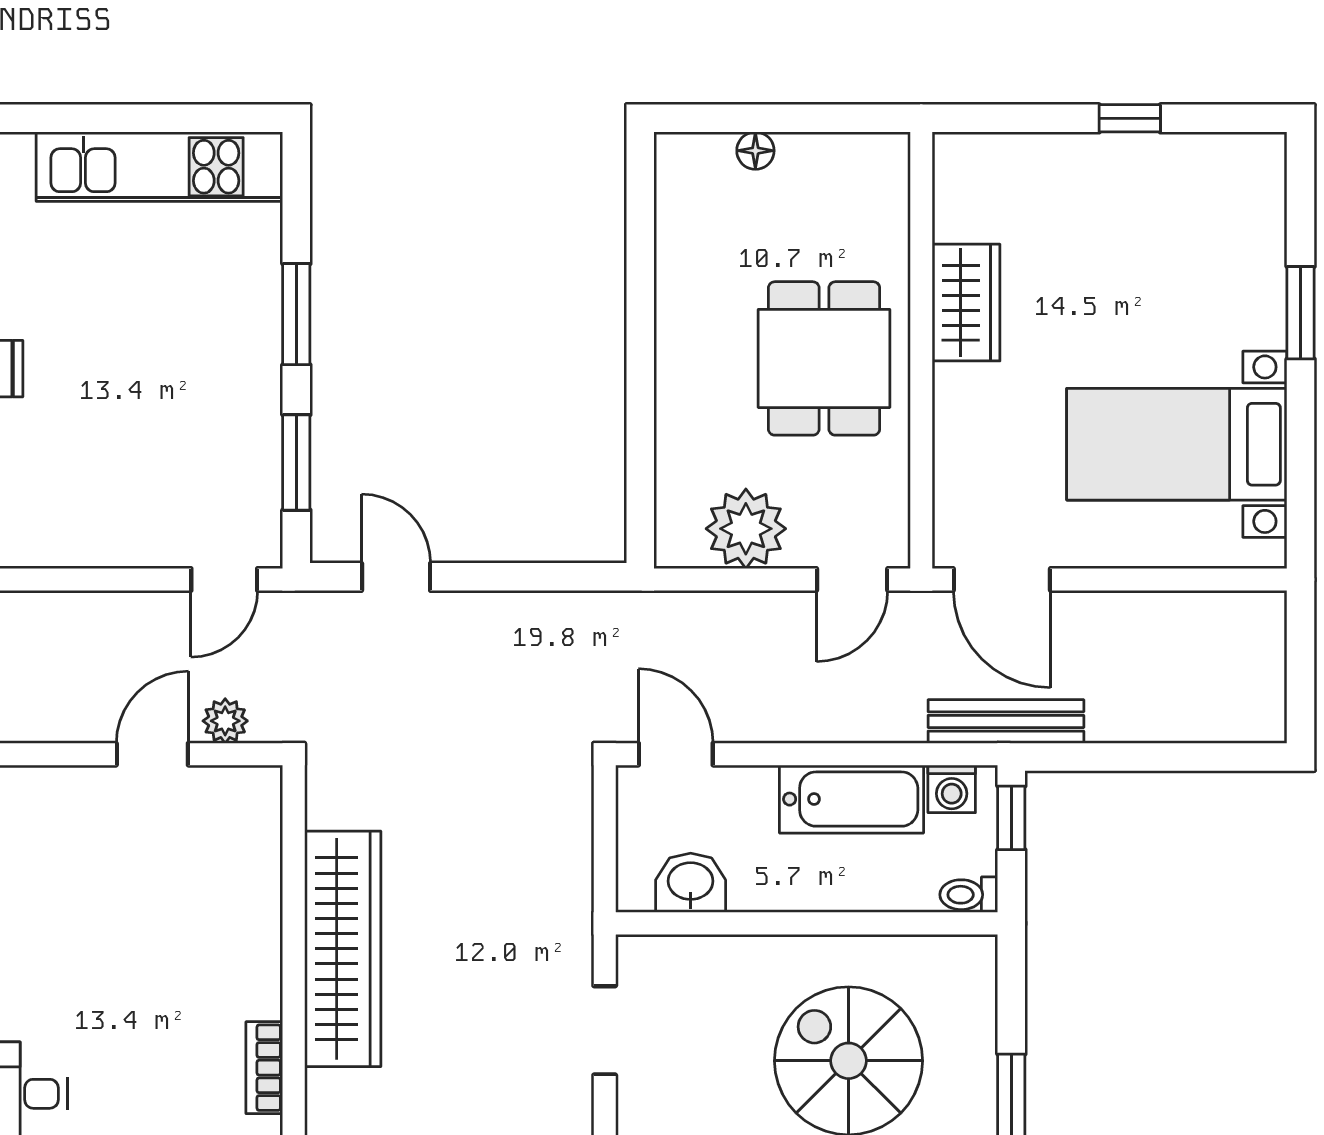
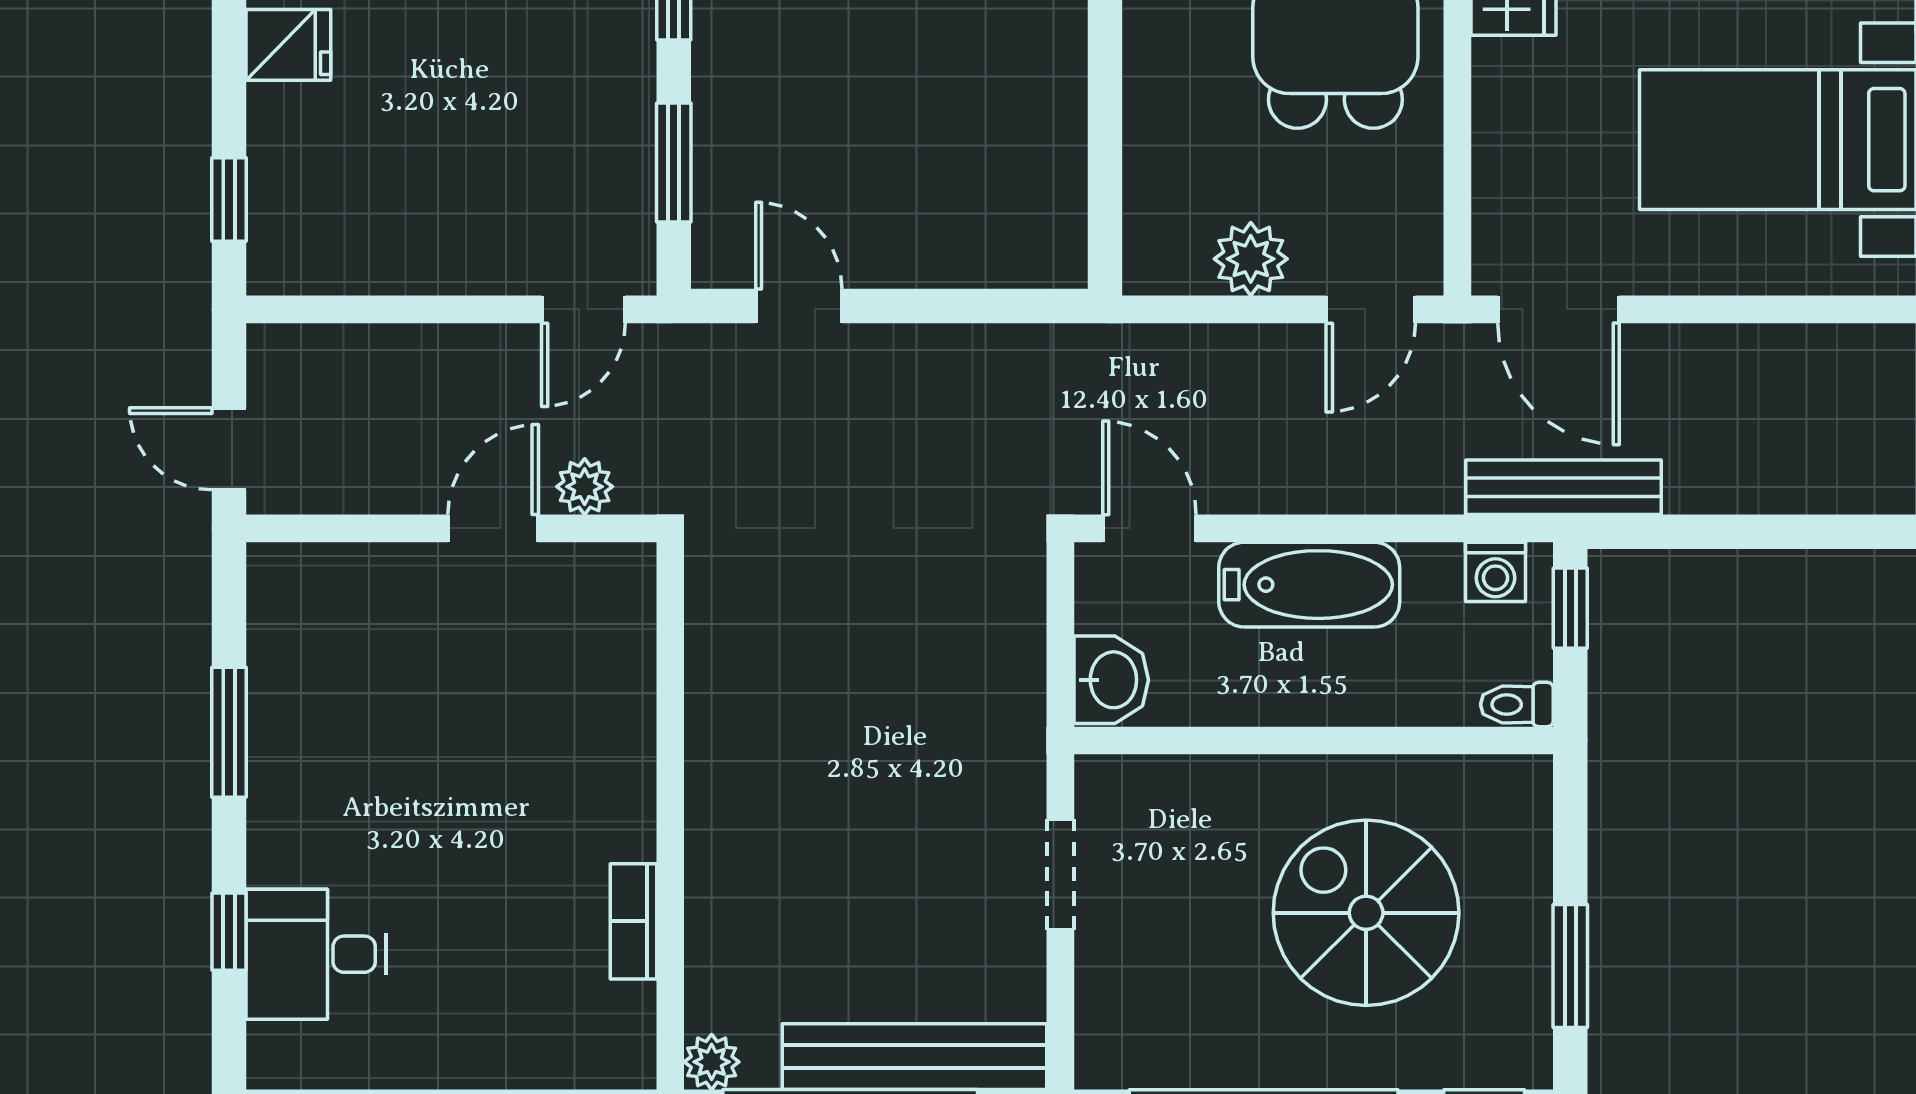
plant: (746, 529) -> (1251, 259), width x0.73, depth x0.73
bathtub: (852, 799) -> (1309, 585), moved
washbasin: (691, 883) -> (1111, 680), moved, turned 90
wardrobe: (343, 949) -> (732, 772), removed

